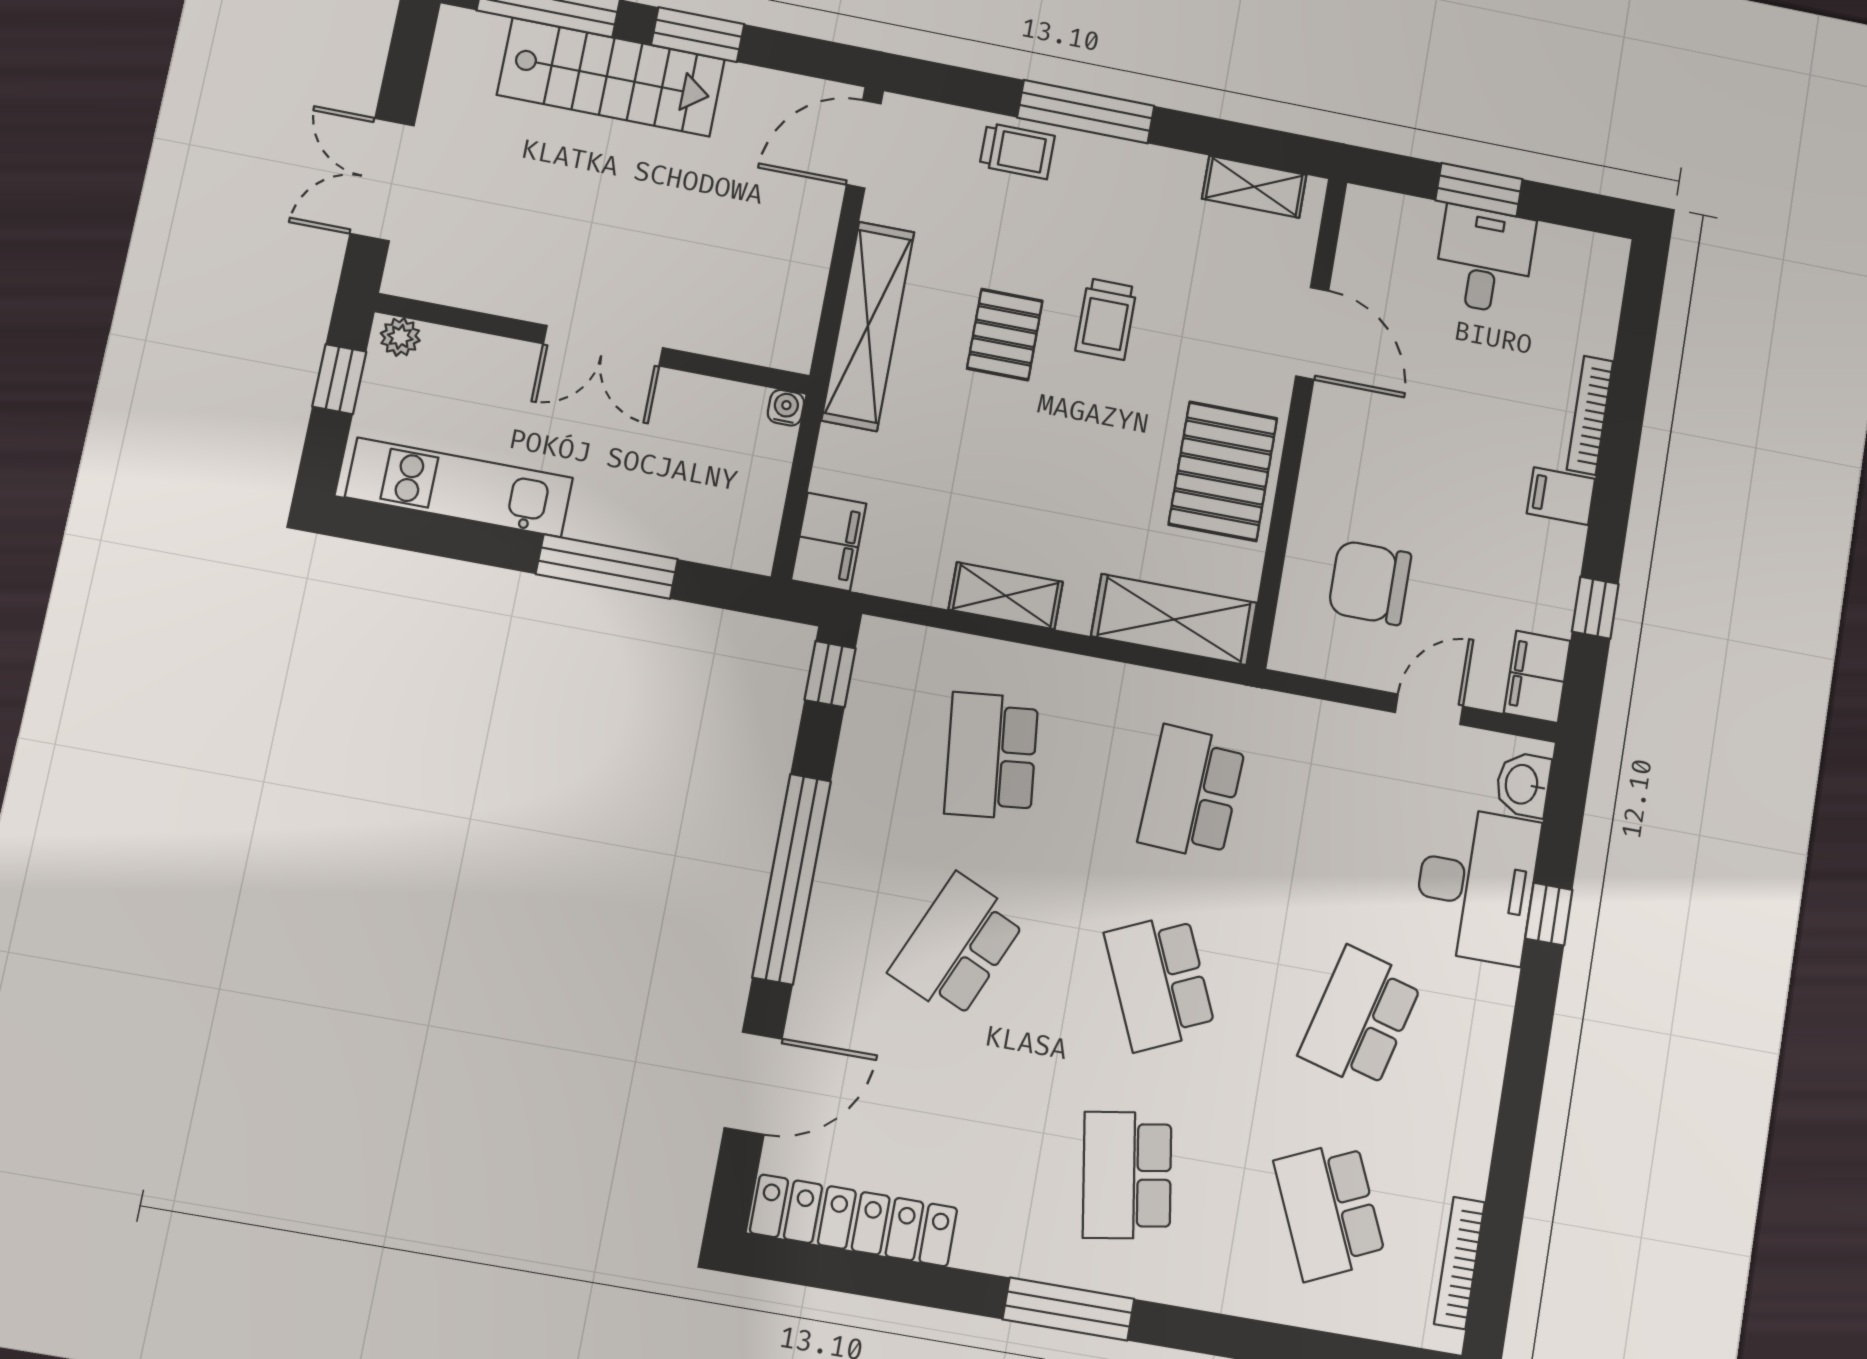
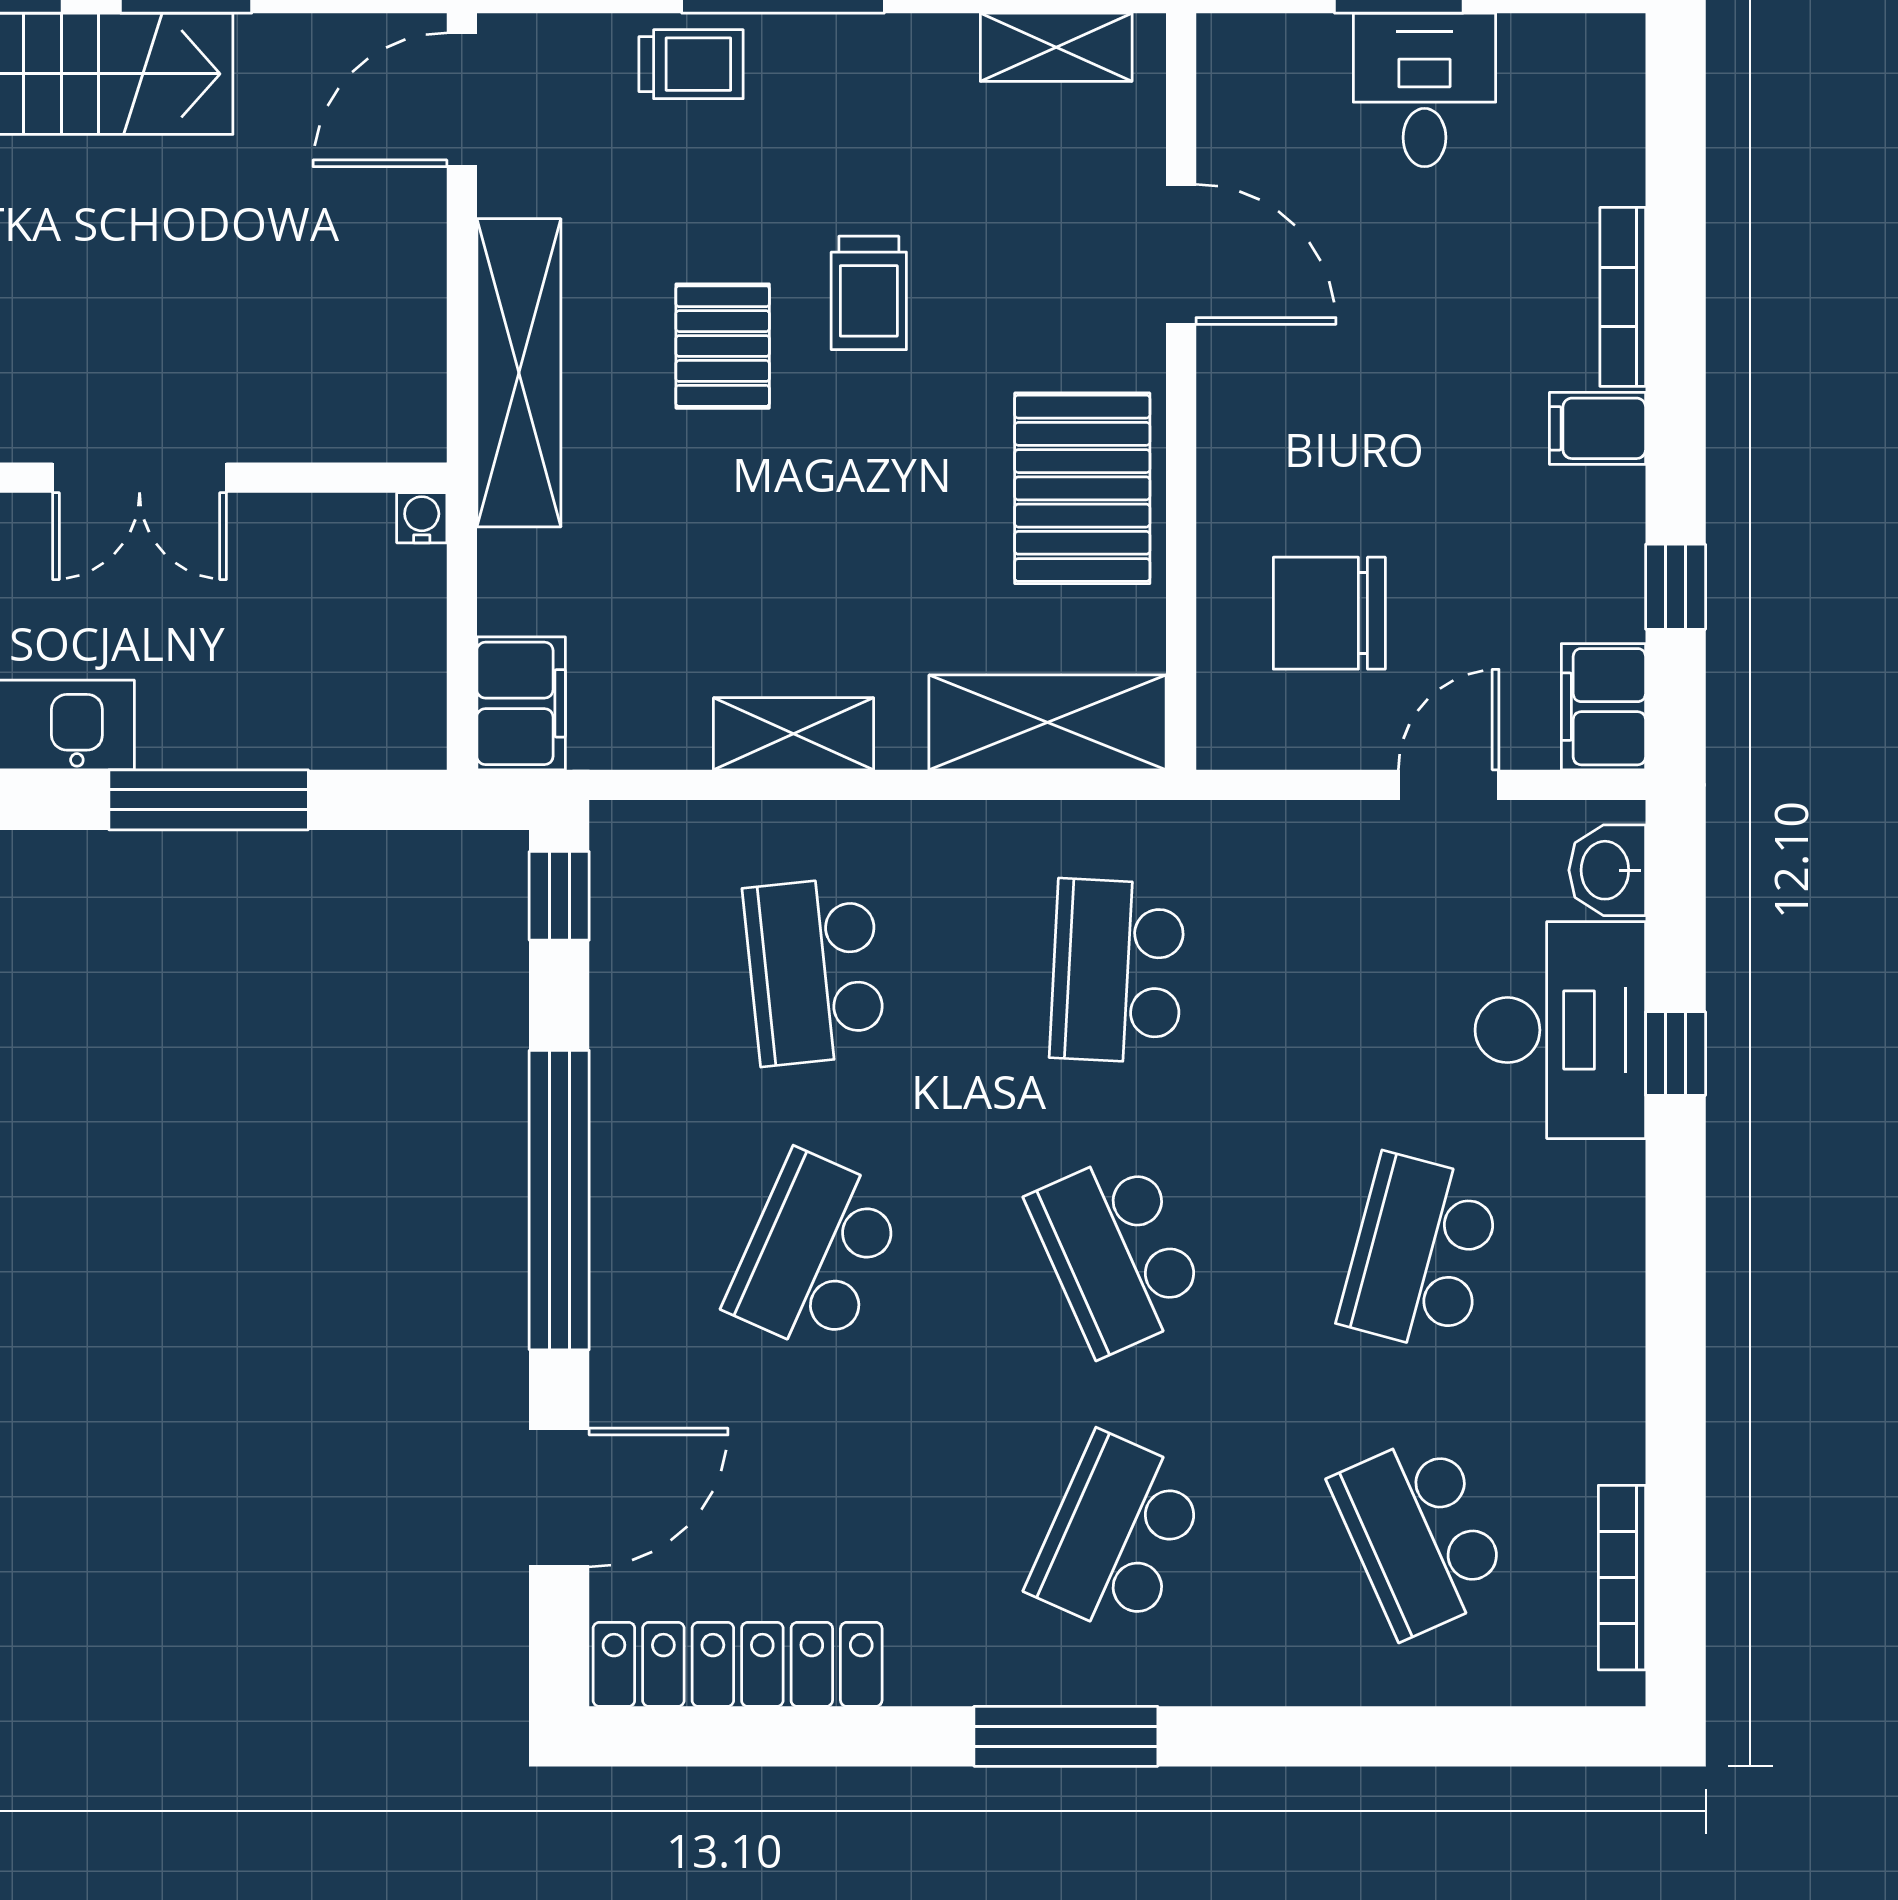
school desk: (1127, 1175) -> (1117, 1535), turned 33

